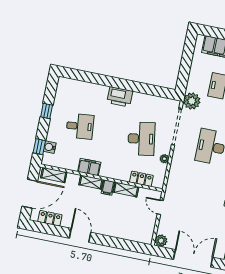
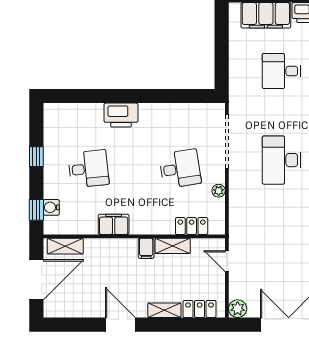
printer: (120, 97) -> (121, 115), moved
plant: (192, 101) -> (241, 100), removed
desk: (141, 139) -> (180, 169), width x0.73
shelving: (91, 182) -> (164, 310), moved
locker: (50, 218) -> (200, 309), moved

